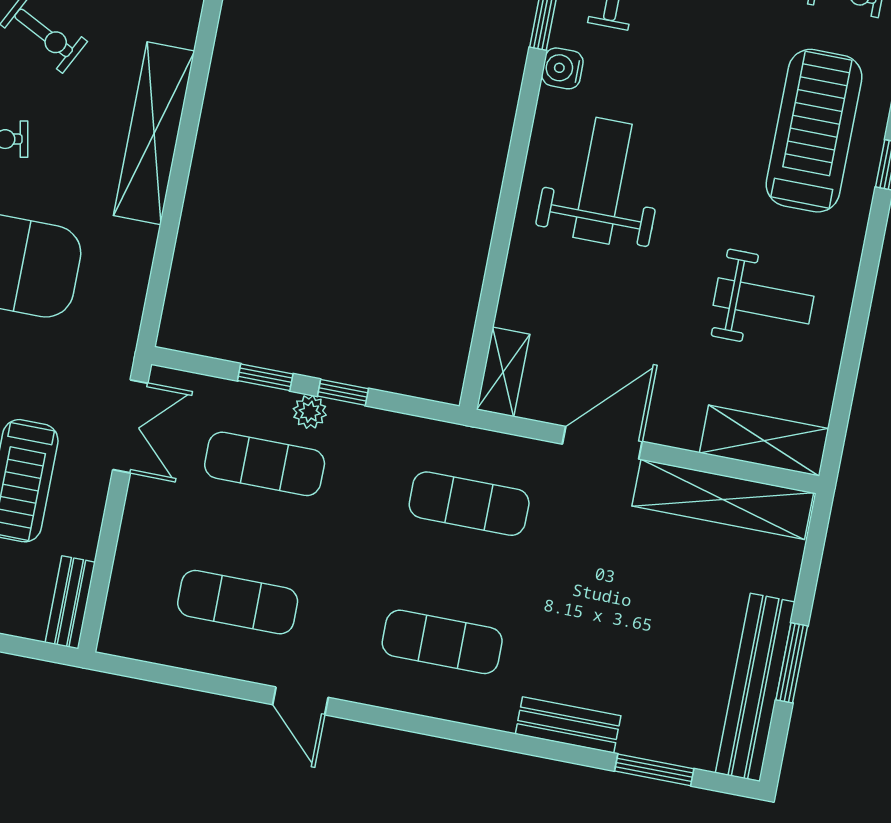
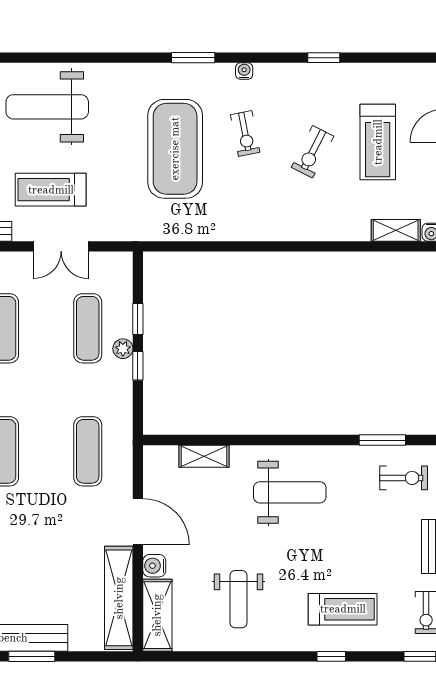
water cooler: (562, 68) -> (154, 566), moved, turned -90
treadmill: (814, 131) -> (343, 609), width x0.73, depth x0.73
shelving: (154, 133) -> (267, 227), removed
shelving: (503, 372) -> (204, 456), moved
double door: (130, 426) -> (61, 246), moved

